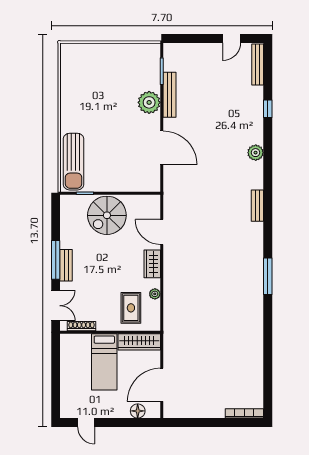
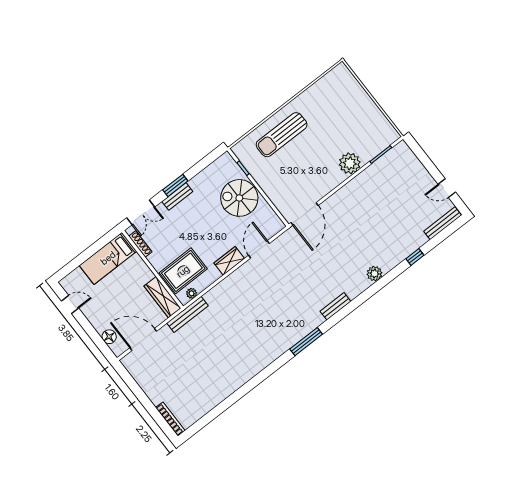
bench: (169, 95) -> (188, 314), moved
door: (162, 148) -> (304, 214), moved
sun lounger: (74, 162) -> (282, 135), moved
window: (56, 260) -> (175, 185), width x0.69
window: (268, 276) -> (306, 342), moved
plant: (155, 294) -> (192, 293), moved
rug: (131, 308) -> (183, 271), width x1.36, depth x1.43
bed: (104, 362) -> (108, 258), moved
door: (86, 423) -> (70, 304), swing flipped

